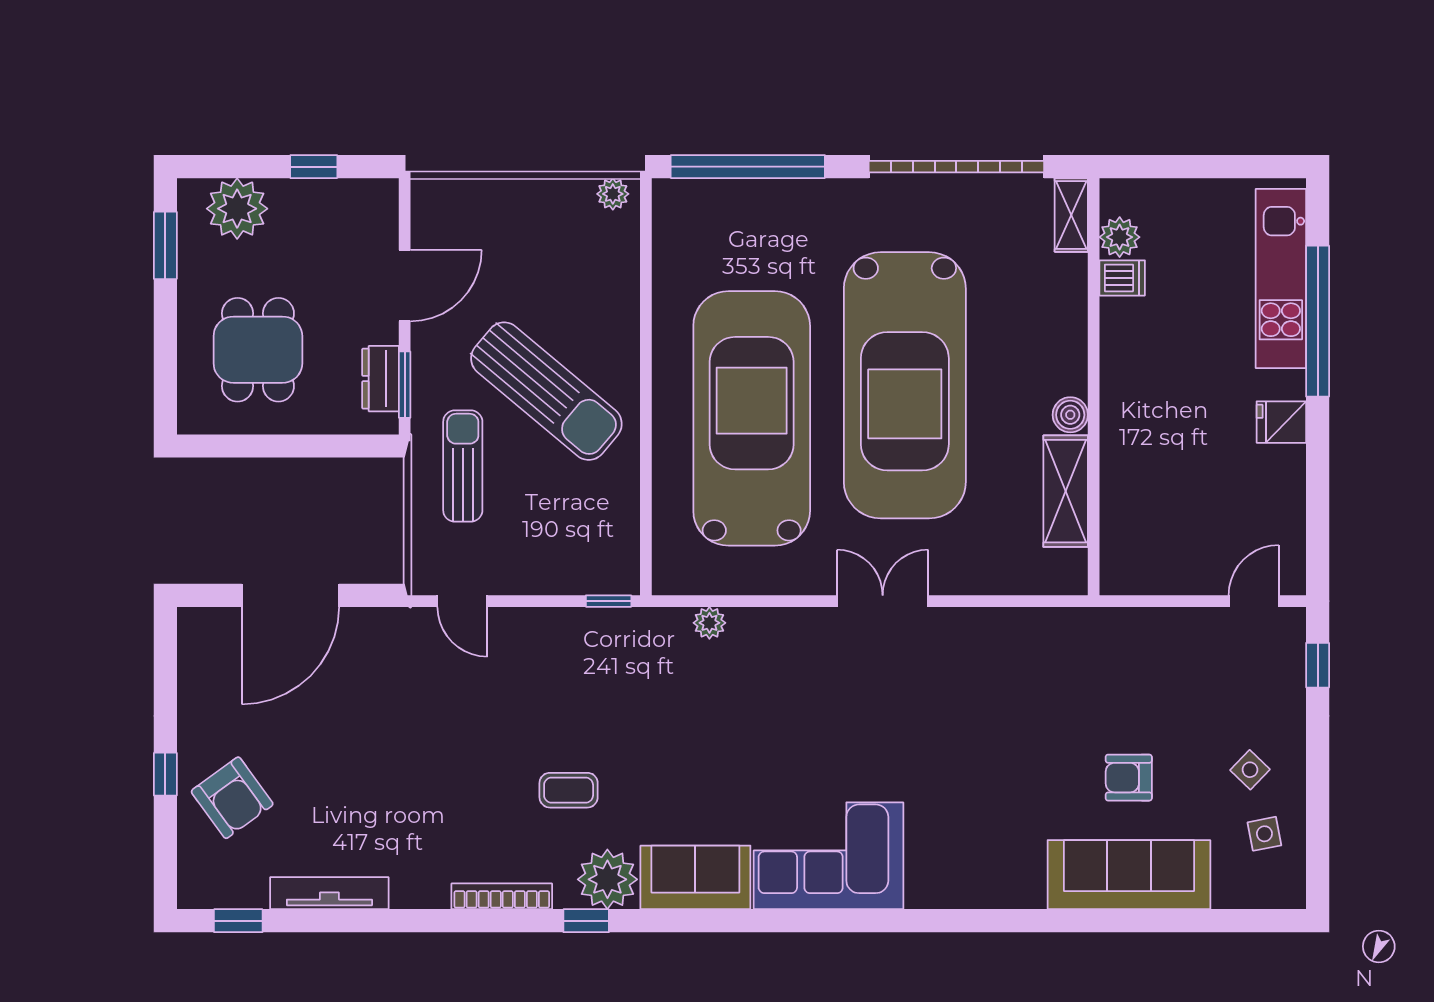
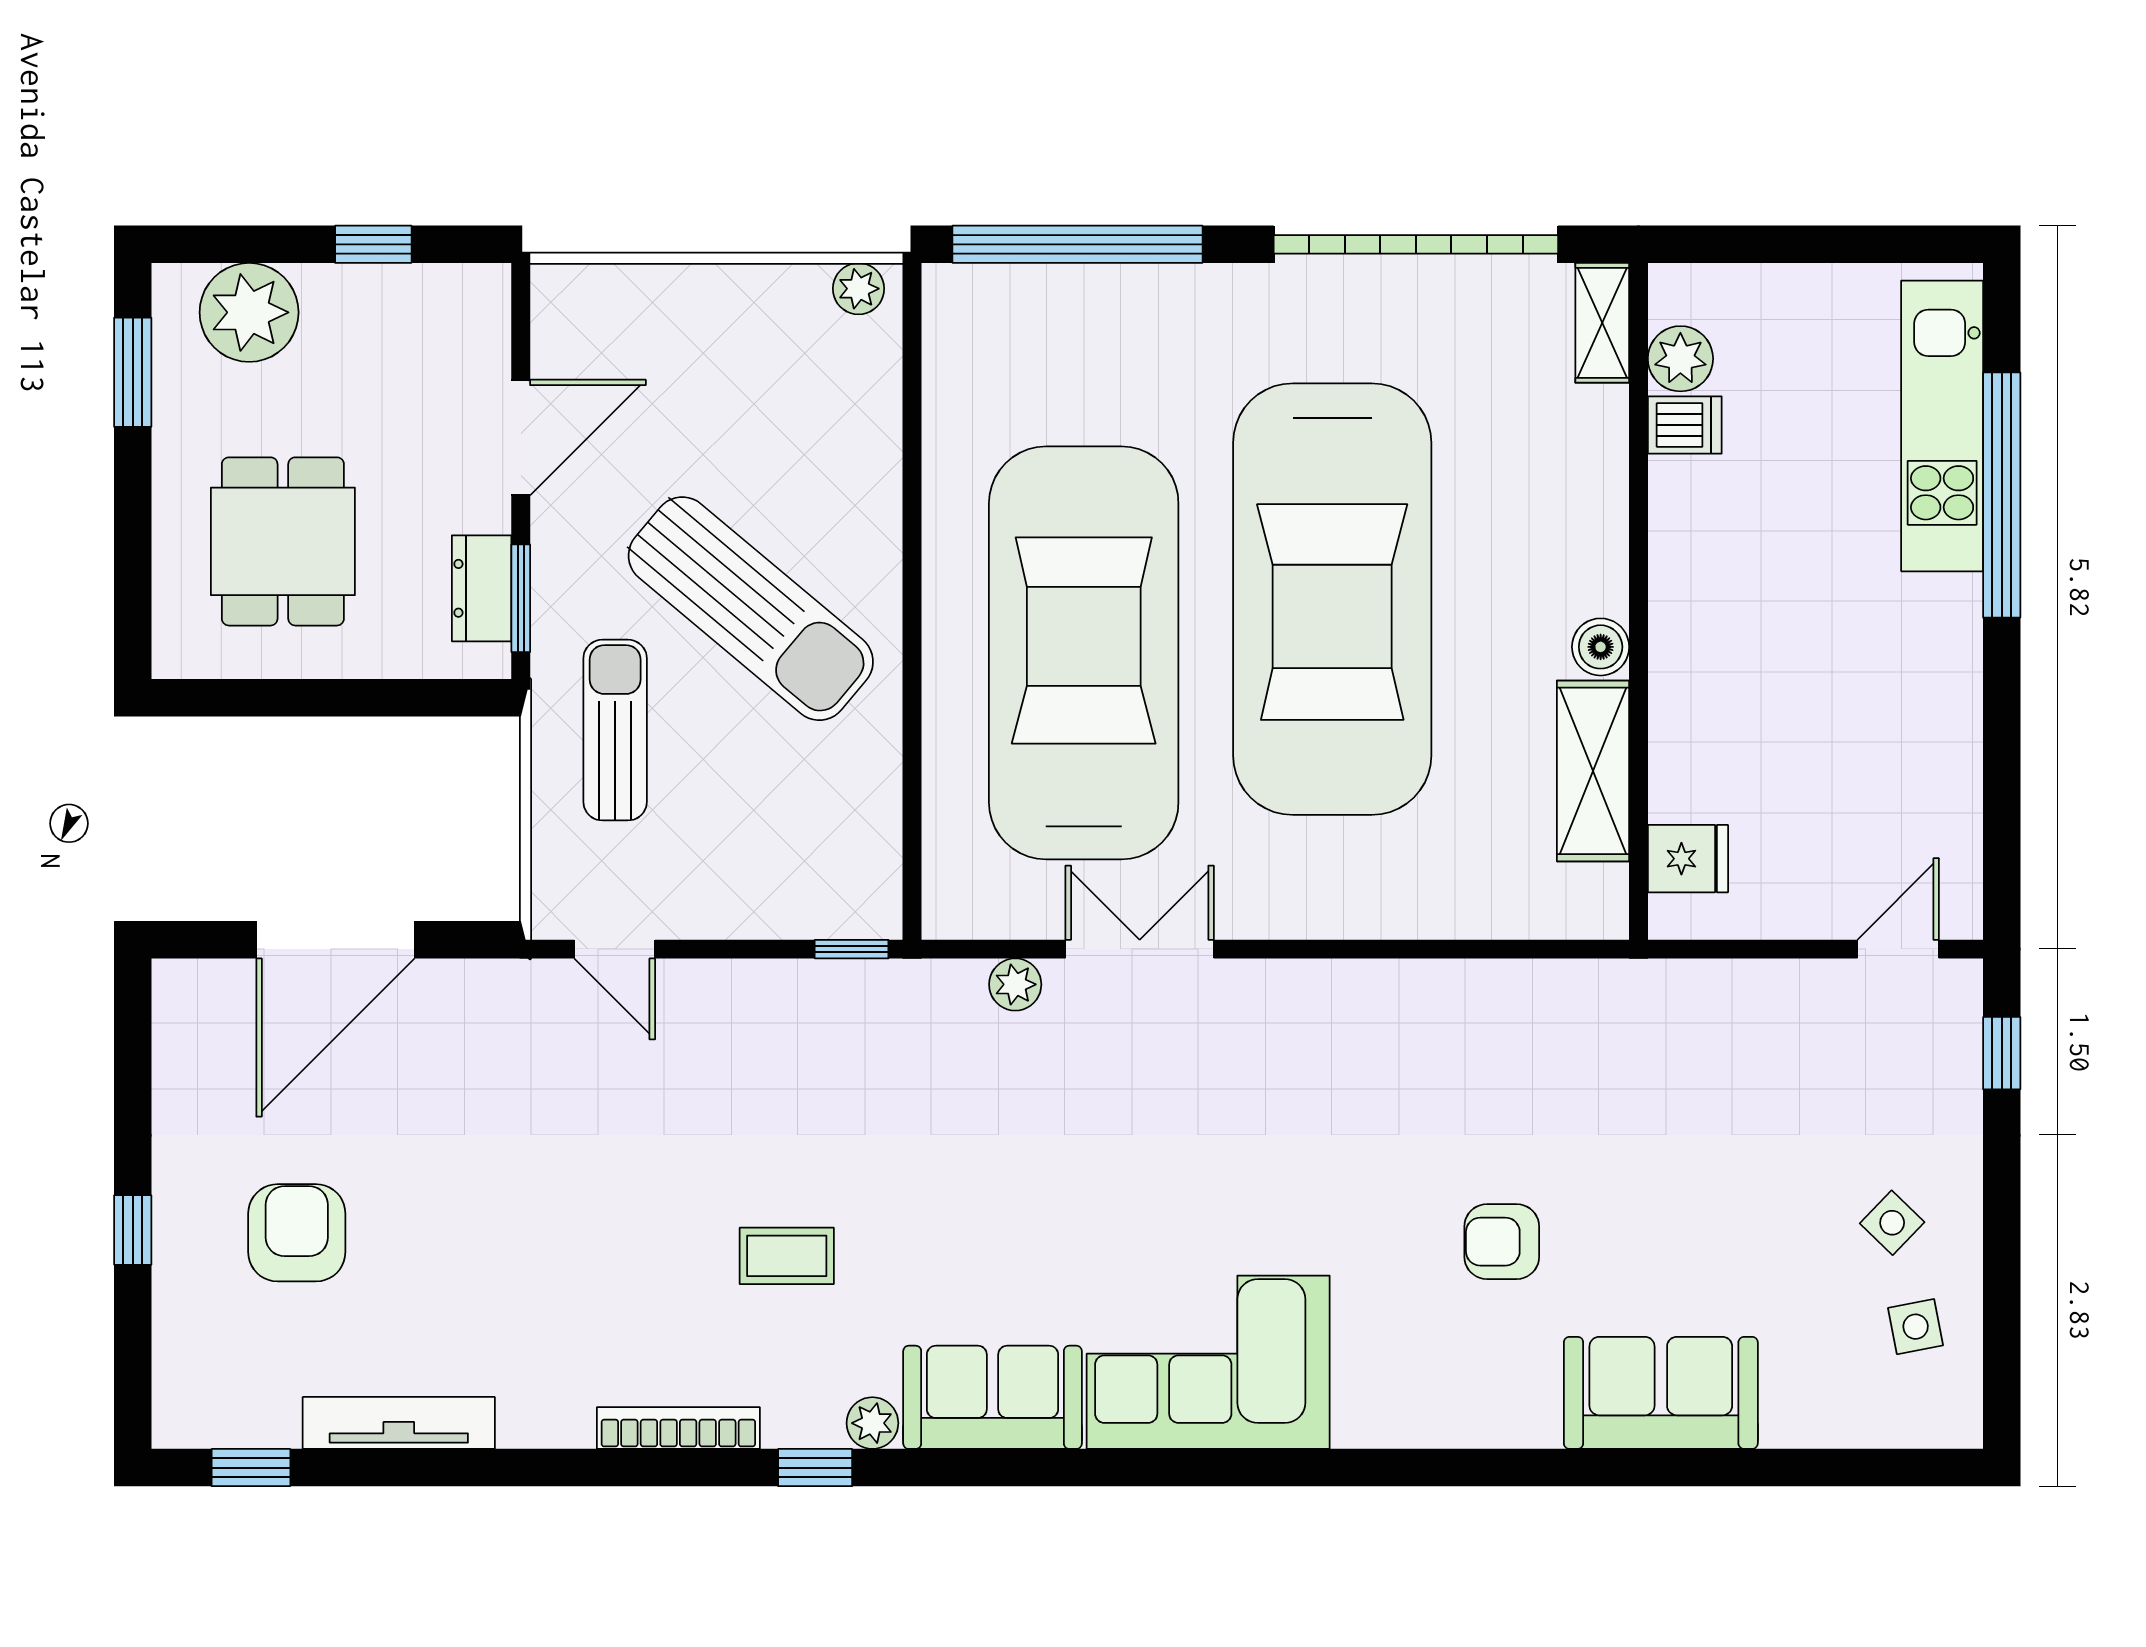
fridge: (1281, 422) -> (1688, 859), moved, turned 180
double door: (883, 601) -> (1140, 949), moved
armchair: (1129, 778) -> (1502, 1242), moved
armchair: (232, 798) -> (297, 1233), moved, turned -144
sofa: (1129, 875) -> (1661, 1393), width x0.73
plant: (607, 879) -> (872, 1423), width x0.53, depth x0.53

